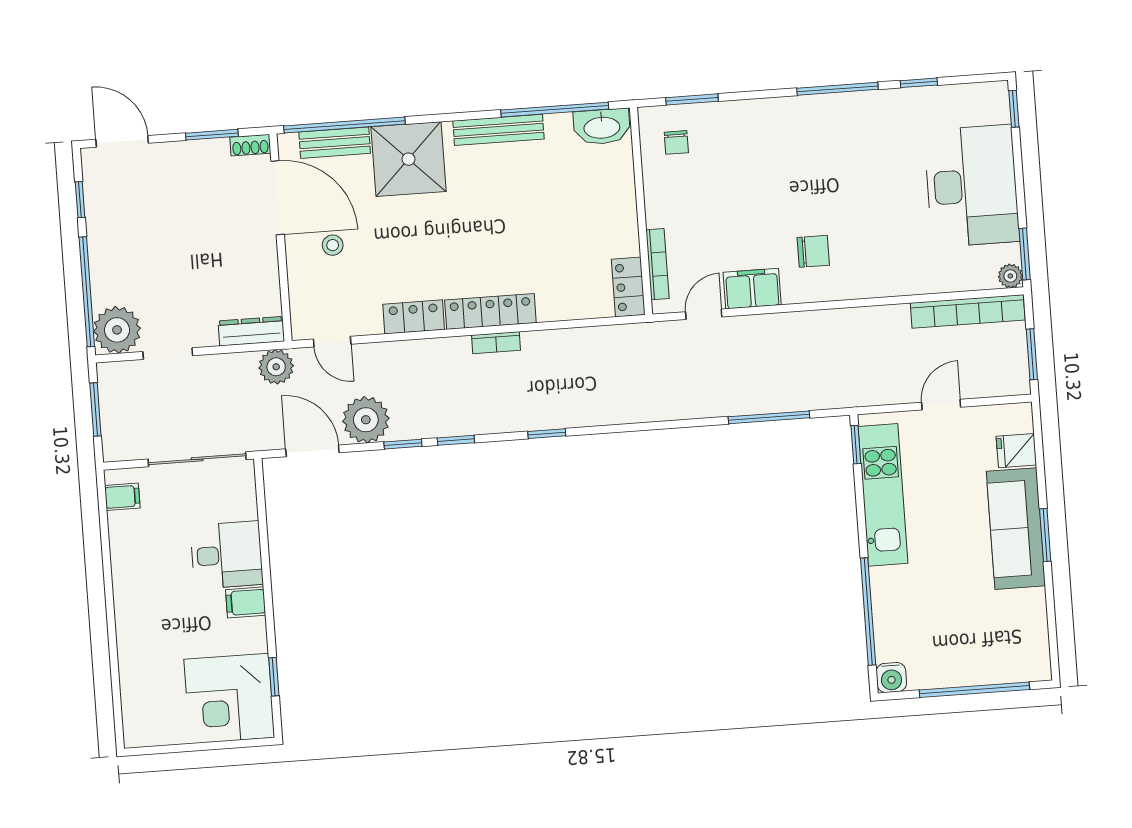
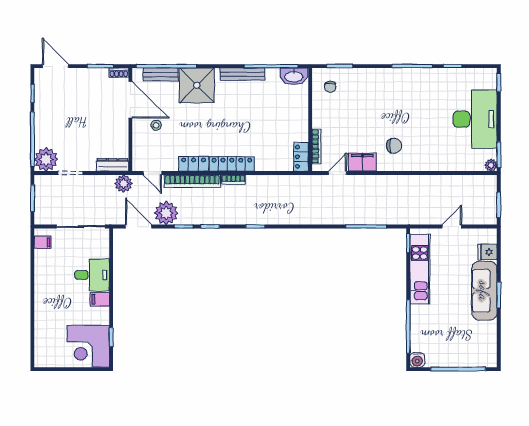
bookcase: (968, 311) -> (192, 181), moved

